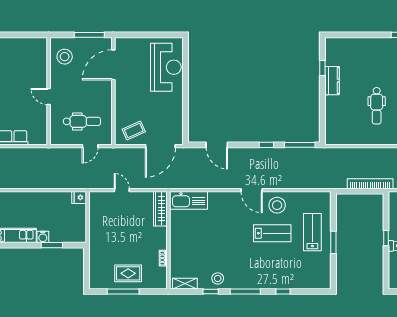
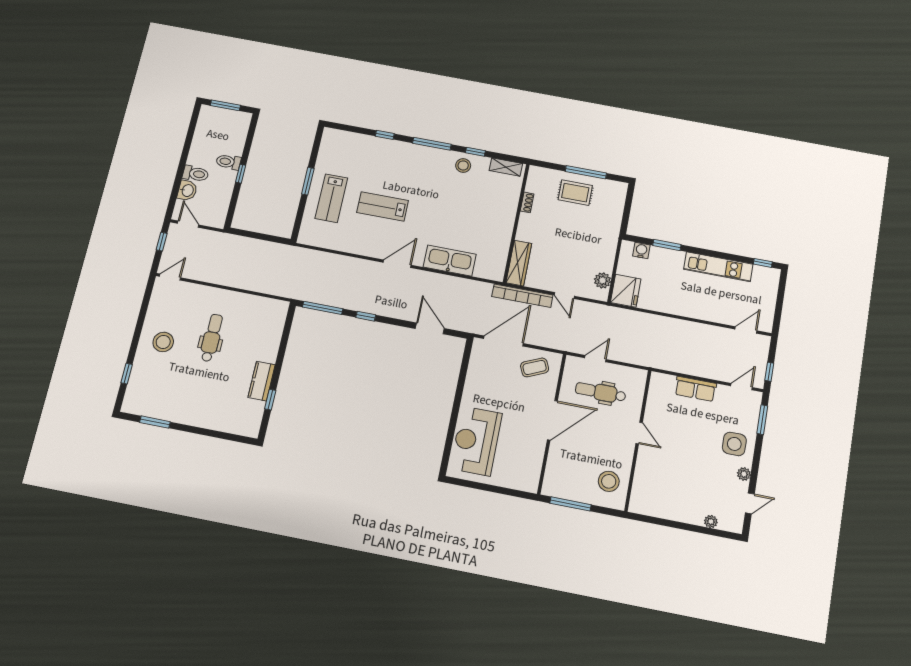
door: (113, 65) -> (552, 420), moved
bookcase: (370, 184) -> (522, 296), moved
door: (252, 190) -> (397, 264), hinge flipped
fridge: (79, 197) -> (626, 291), width x1.88, depth x1.34
kitchen sink: (189, 200) -> (450, 261), moved
stool: (277, 205) -> (369, 239), removed
plant: (95, 207) -> (603, 280), added
water cooler: (43, 237) -> (641, 250), moved

